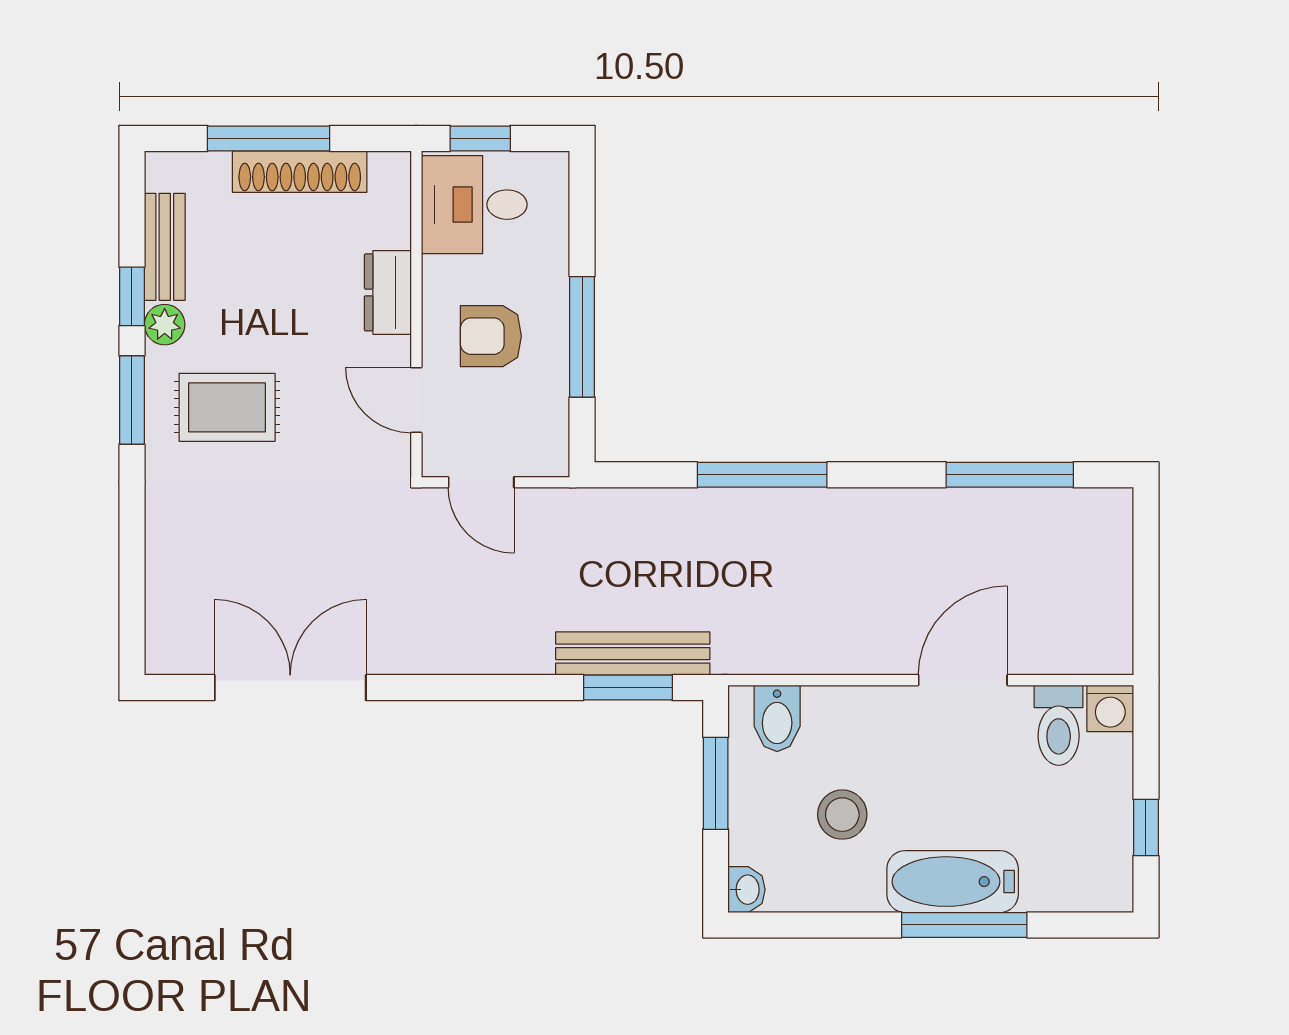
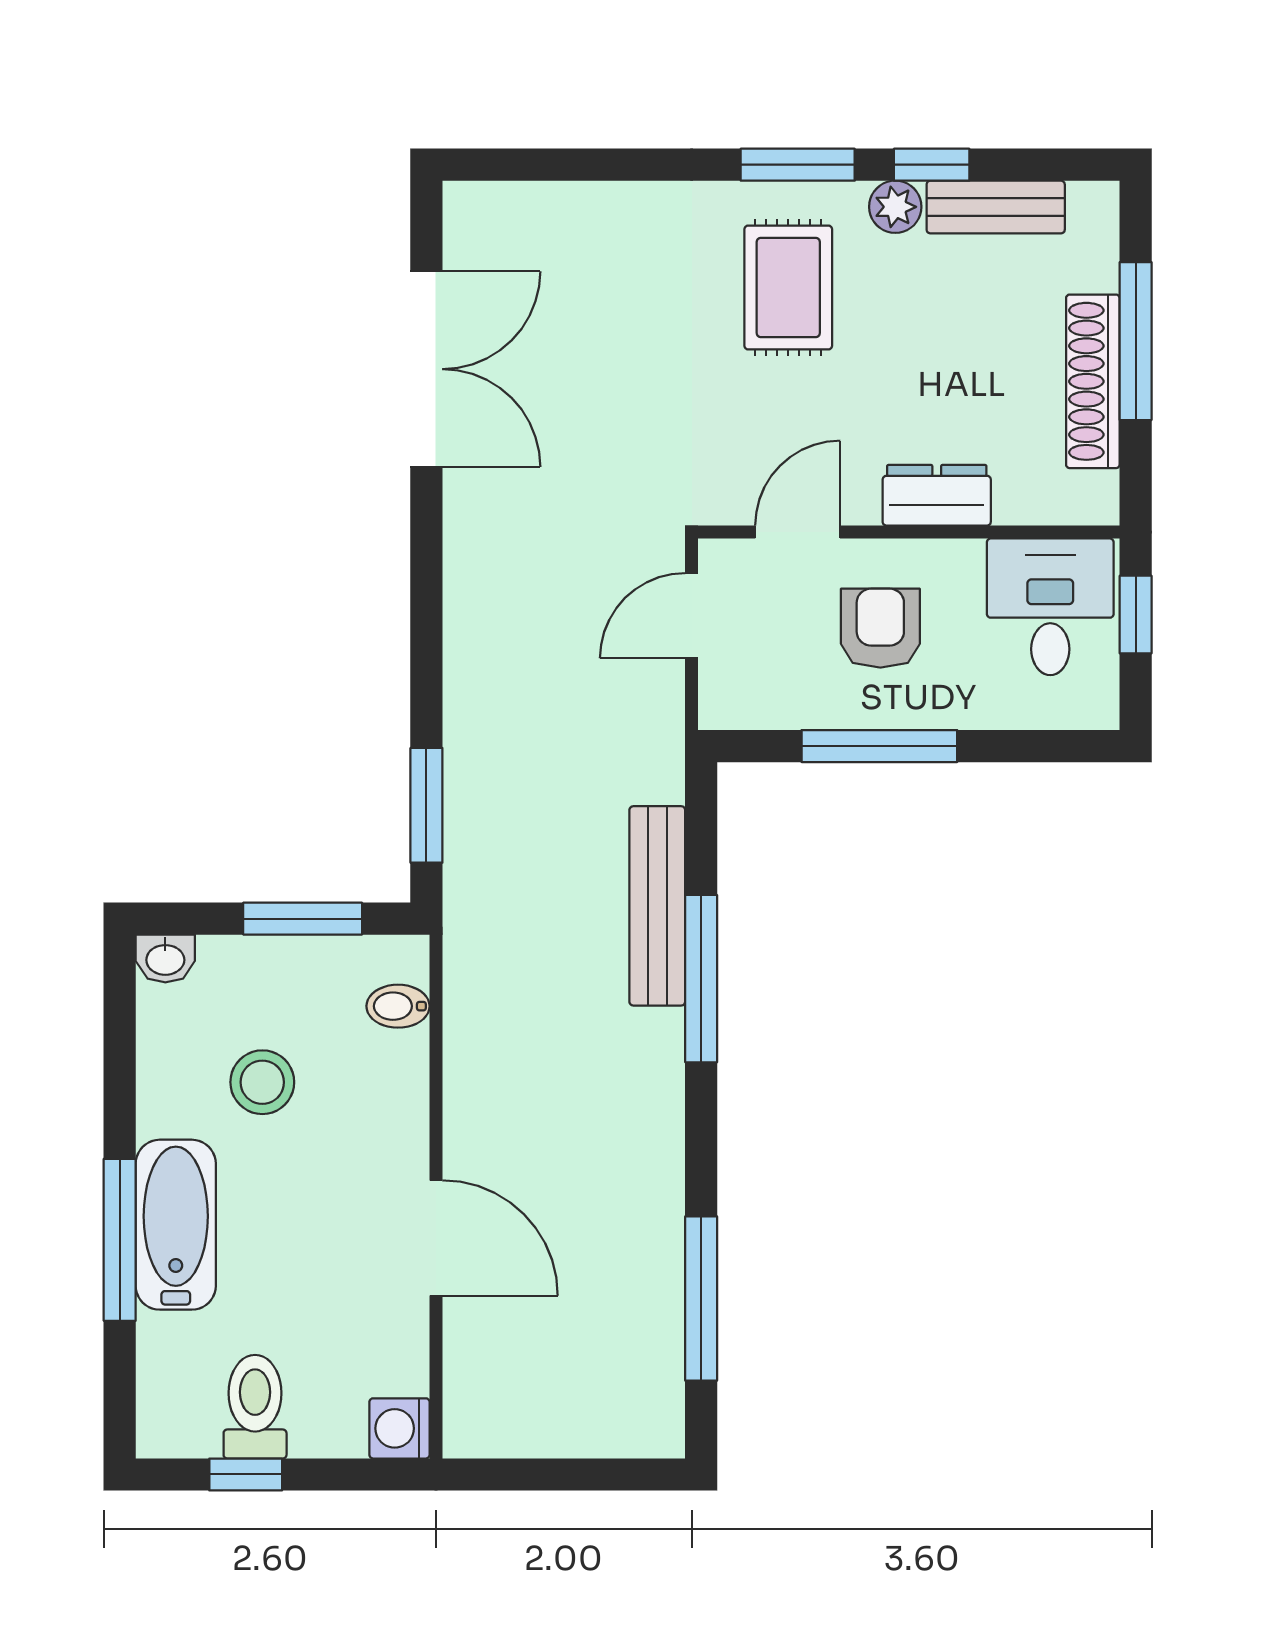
bench: (633, 654) -> (657, 906), moved
bidet: (777, 718) -> (398, 1006), width x0.72, depth x0.74
toilet: (1059, 725) -> (255, 1407), moved, turned 90

